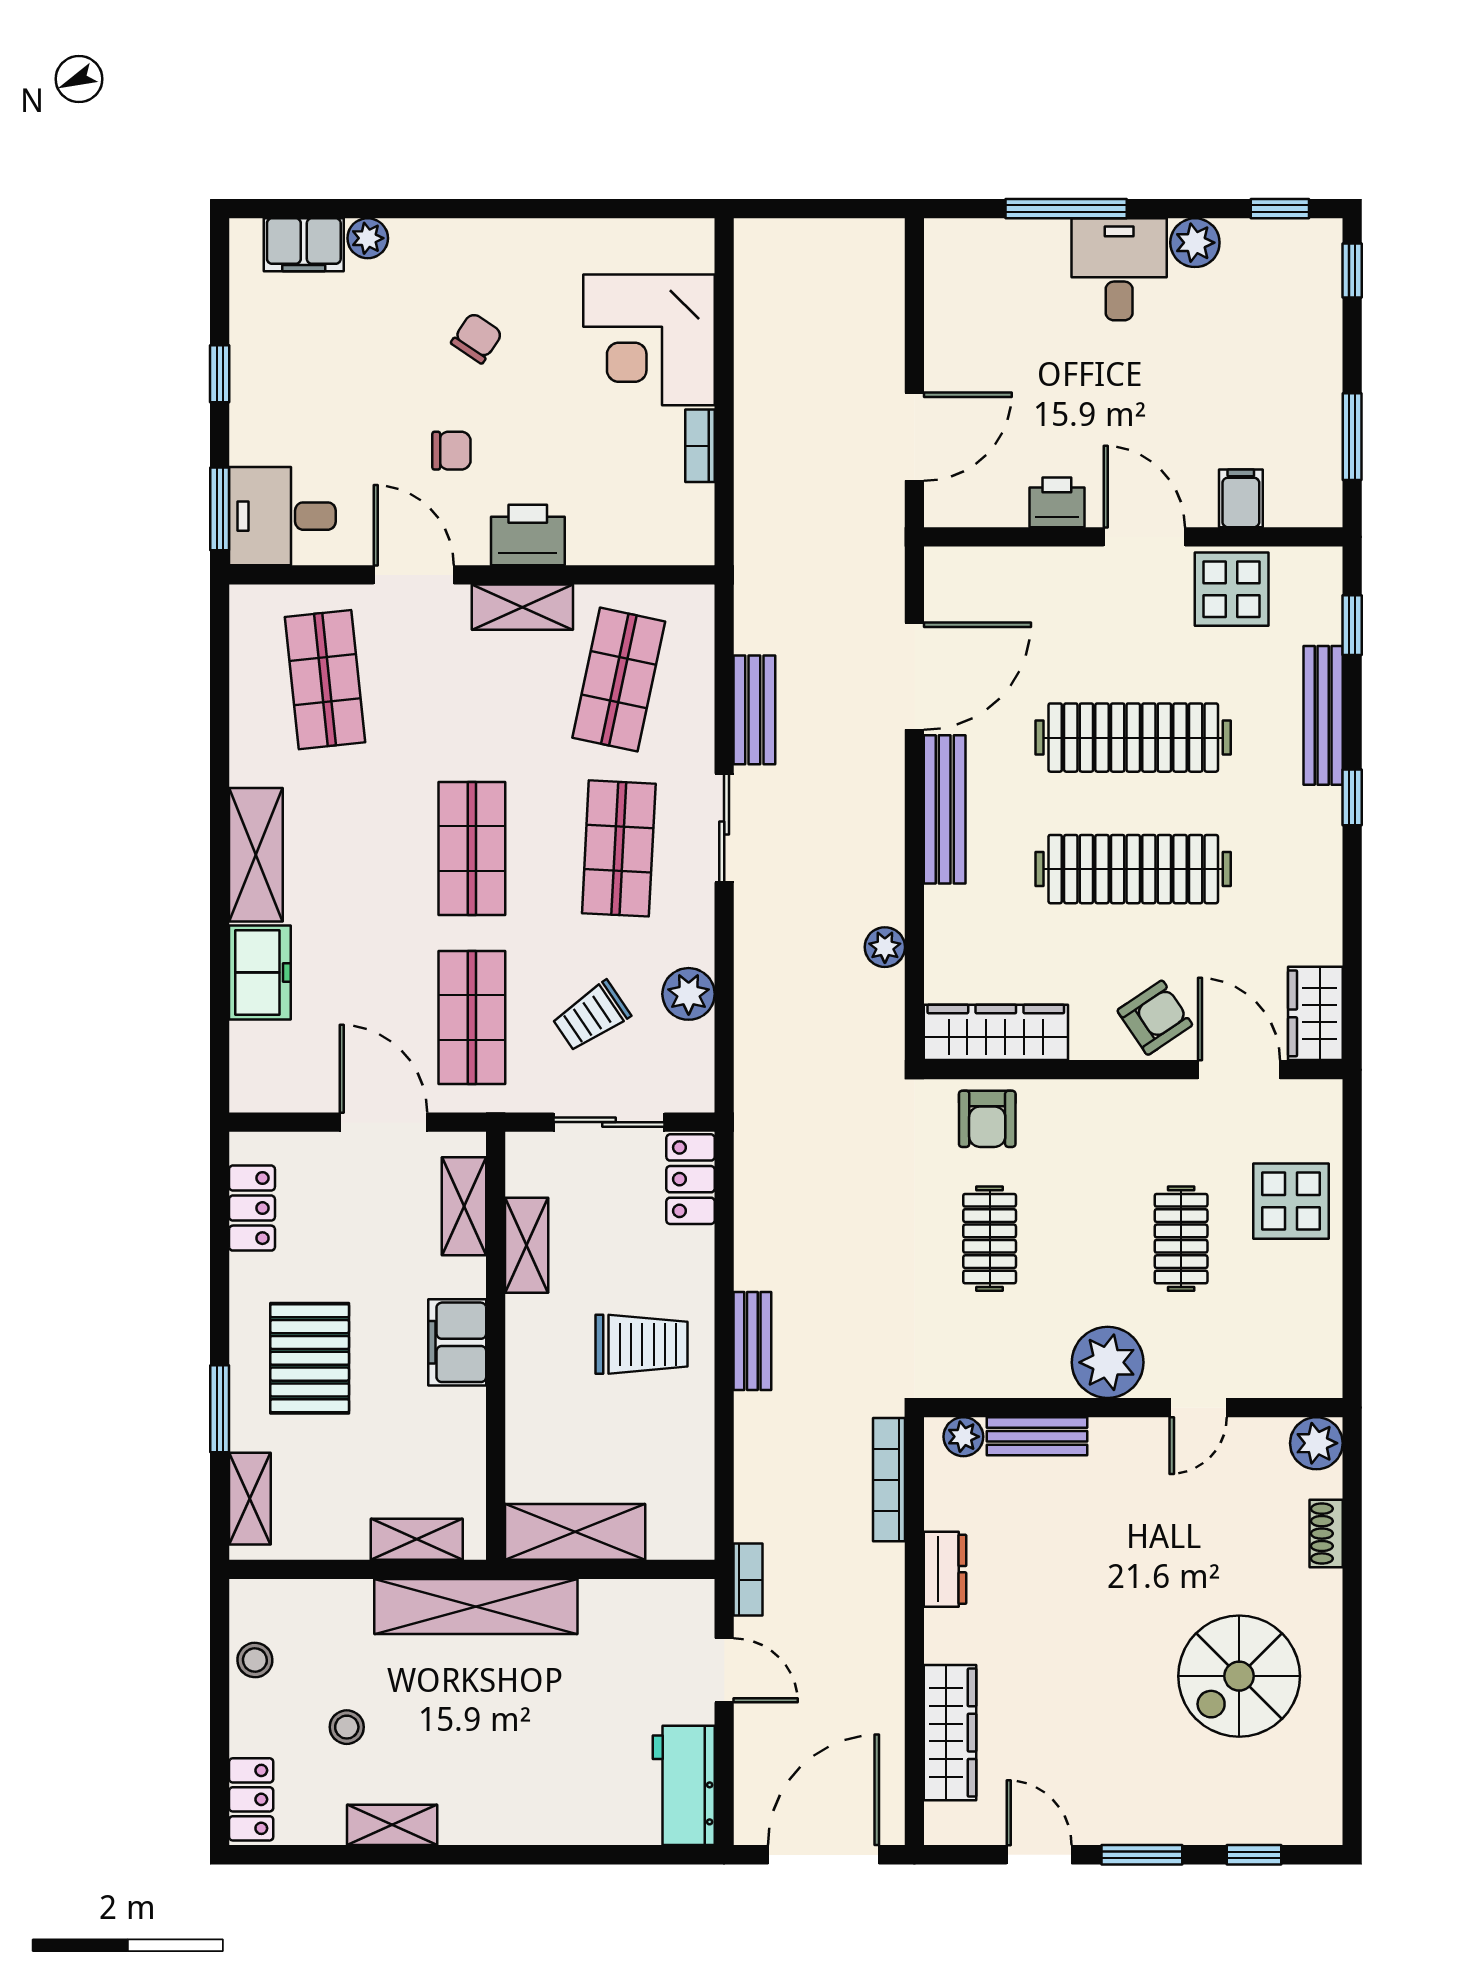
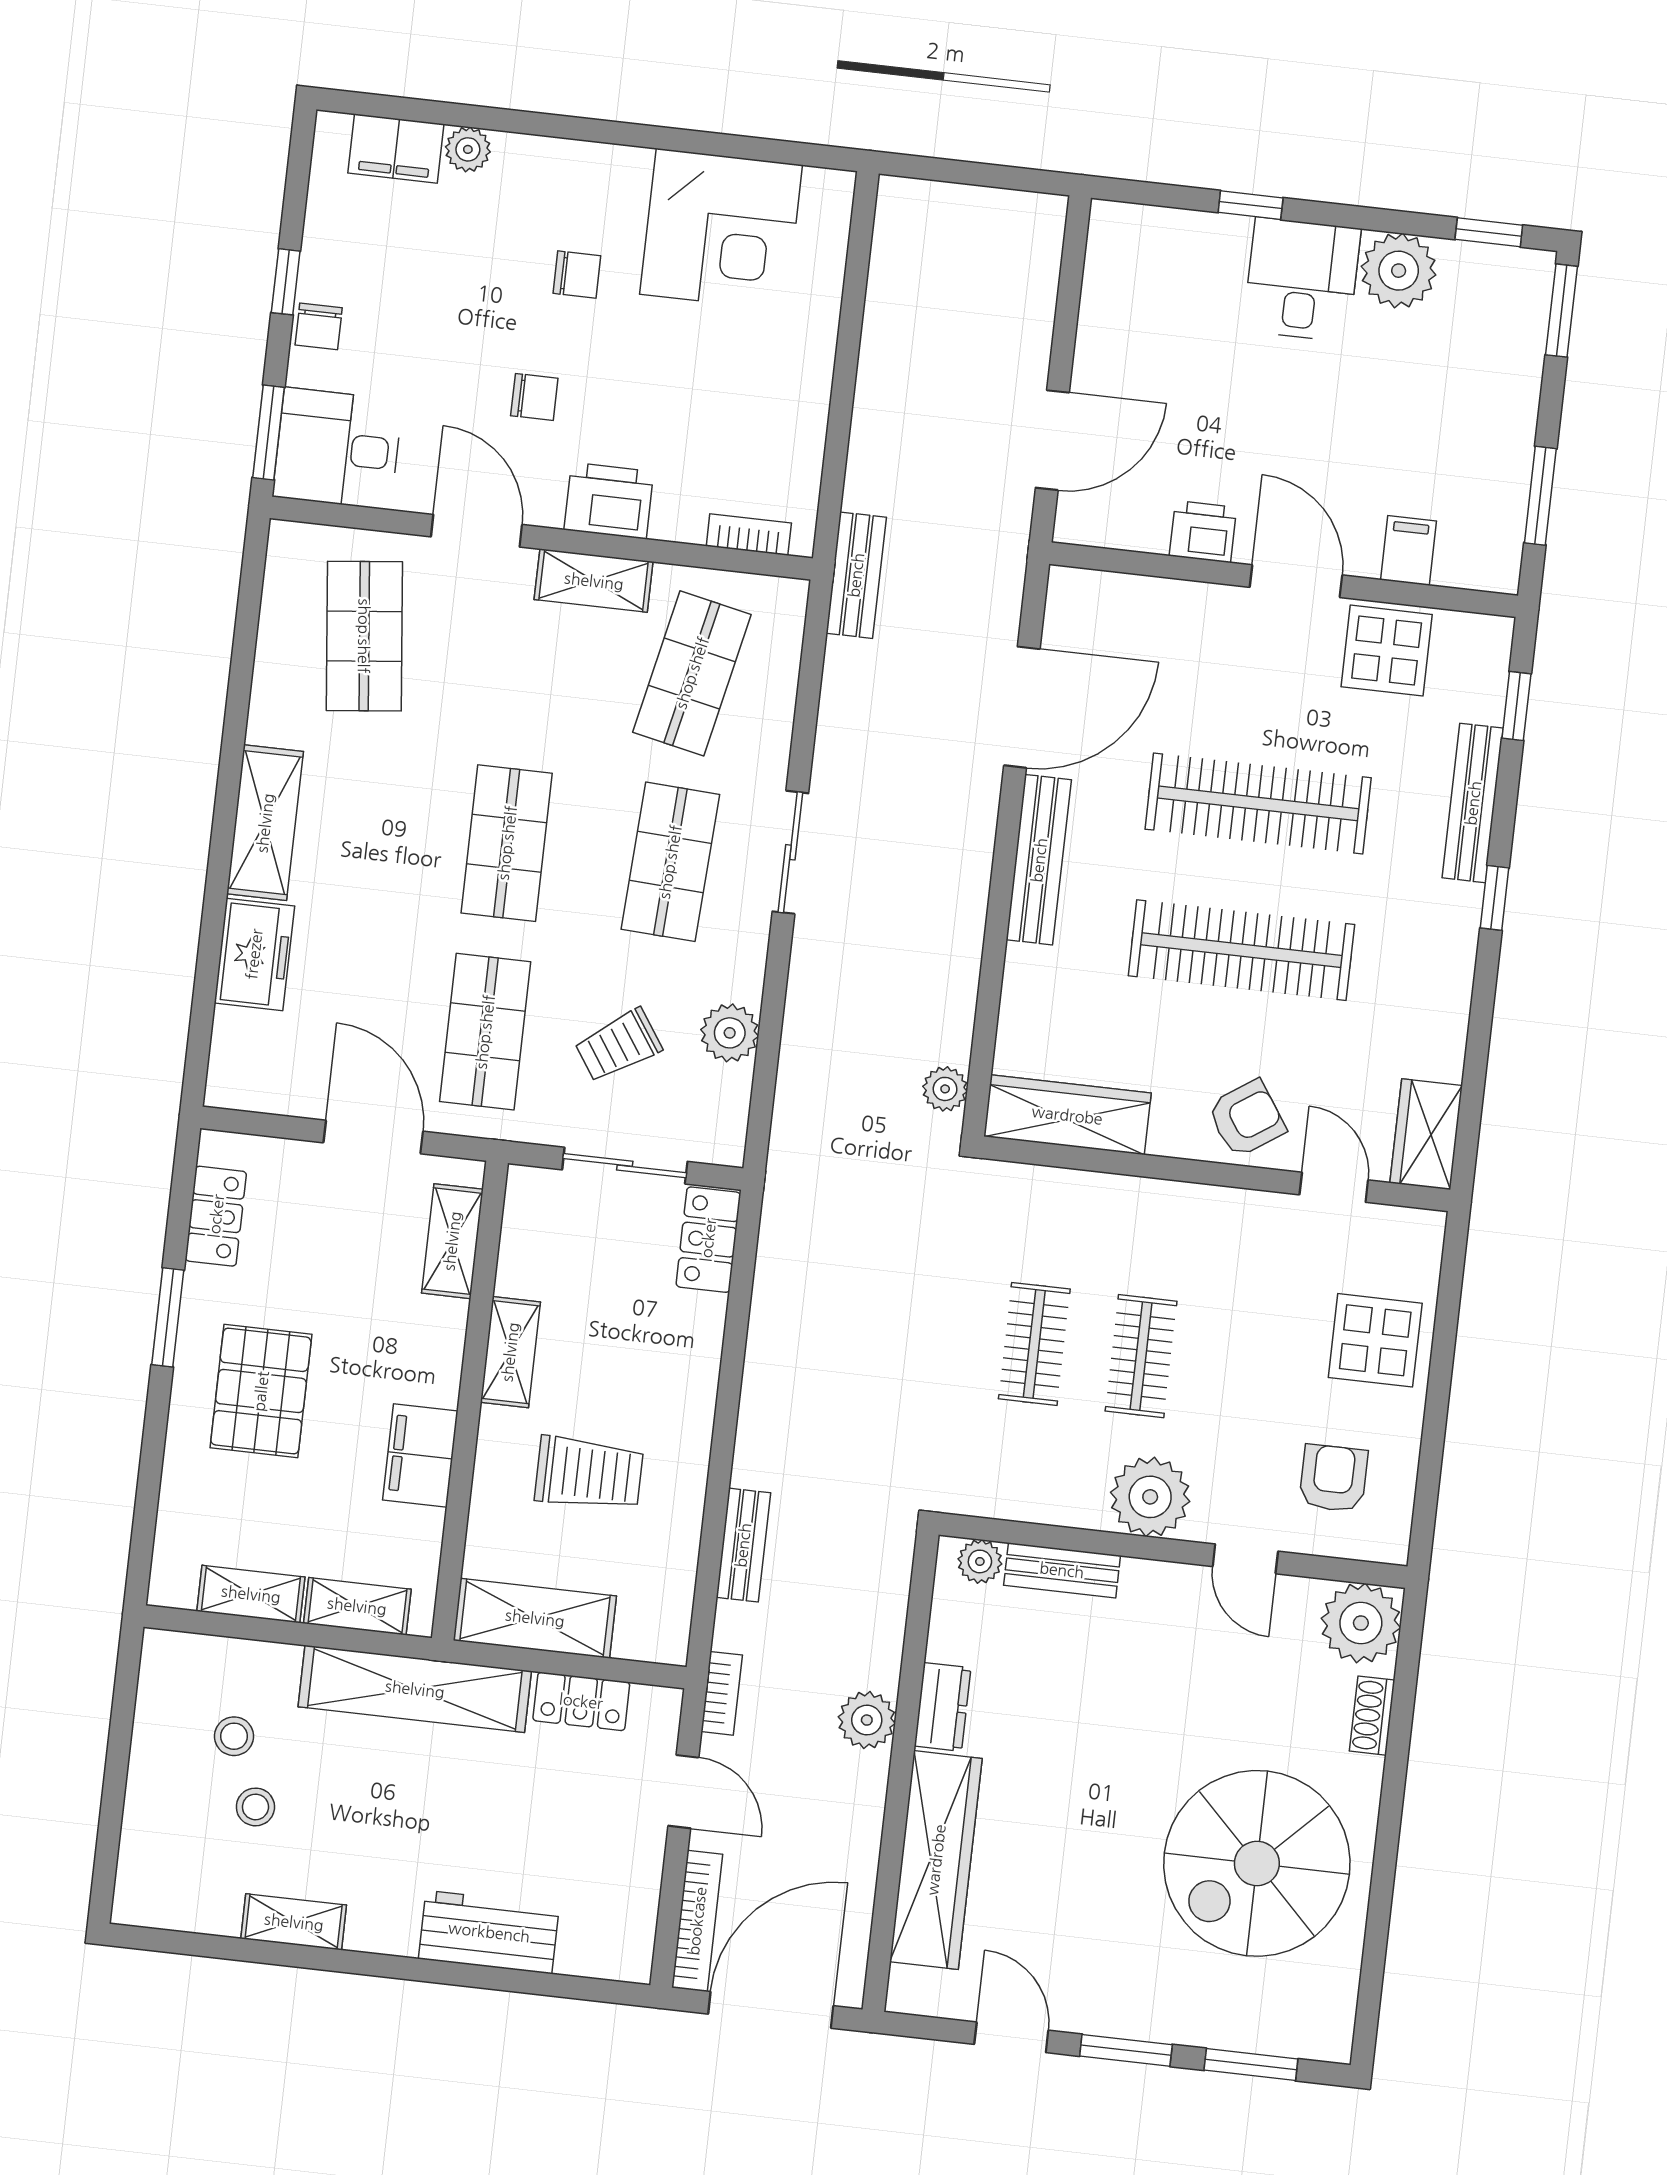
window: (1066, 209) -> (1251, 205), width x0.46
plant: (1195, 243) -> (1399, 271), width x1.36, depth x1.36
window: (1352, 271) -> (1561, 311), width x1.50
chair: (477, 338) -> (577, 275), turned 56
corner desk: (649, 340) -> (721, 230), moved, turned -90
chair: (253, 410) -> (319, 326), added
bookcase: (700, 446) -> (749, 535), moved, turned 90
bench: (754, 710) -> (856, 575), moved
plant: (885, 947) -> (945, 1089), moved
door: (1239, 1070) -> (1334, 1187), width x0.73
armchair: (987, 1119) -> (1333, 1478), moved, turned 180
clothes rail: (1181, 1239) -> (1141, 1356), moved
shelving: (527, 1245) -> (510, 1352), moved
bench: (752, 1341) -> (743, 1545), moved
filing cabinet: (457, 1342) -> (420, 1455), moved
trolley: (642, 1344) -> (589, 1473), moved
door: (1198, 1408) -> (1245, 1559), hinge flipped
window: (220, 1409) -> (168, 1317), moved
plant: (1316, 1443) -> (1361, 1623), width x1.36, depth x1.36
bookcase: (889, 1480) -> (697, 1921), moved, turned 180
shelving: (250, 1499) -> (251, 1594), moved, turned 90
plant: (879, 1588) -> (867, 1720), added
stool: (255, 1660) -> (234, 1736), moved
spiral stairs: (1239, 1676) -> (1257, 1863), width x1.37, depth x1.37
wardrobe: (950, 1733) -> (936, 1860), width x1.40, depth x1.17
workbench: (684, 1785) -> (489, 1932), moved, turned 90
locker: (251, 1799) -> (581, 1701), moved, turned 90
window: (1254, 1855) -> (1251, 2065), width x1.50

